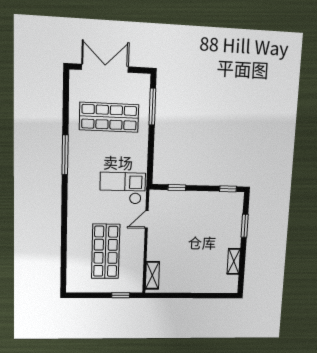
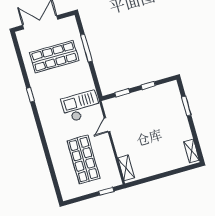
window: (152, 107) -> (86, 48), moved
window: (65, 155) -> (30, 95), width x0.46
window: (228, 189) -> (148, 85), moved
shelving: (234, 261) -> (192, 151), moved

